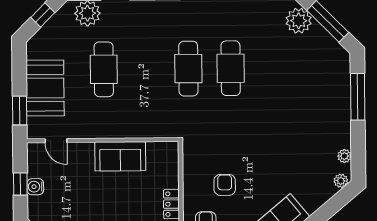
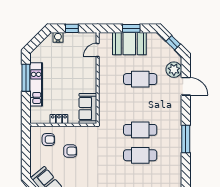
window: (20, 110) -> (131, 28), moved
sofa: (120, 156) -> (88, 109), moved
water cooler: (35, 187) -> (58, 37), moved

